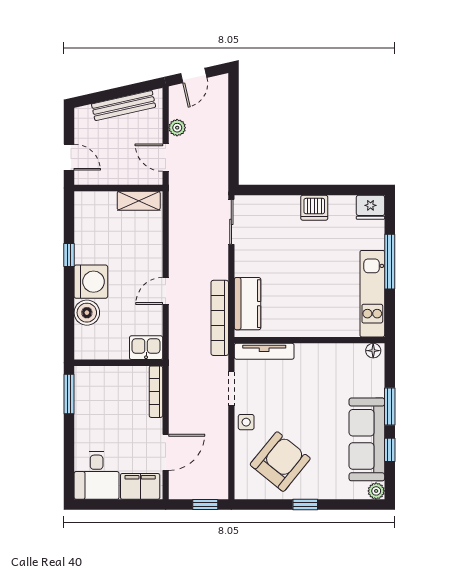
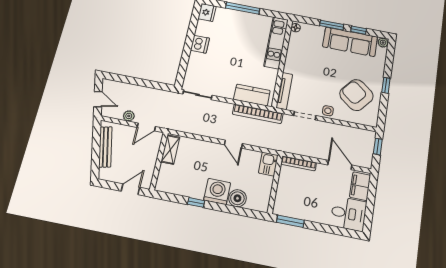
kitchen unit: (372, 294) -> (276, 43), moved, turned 90

